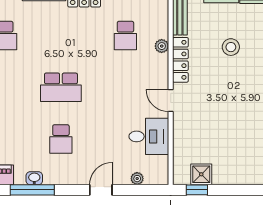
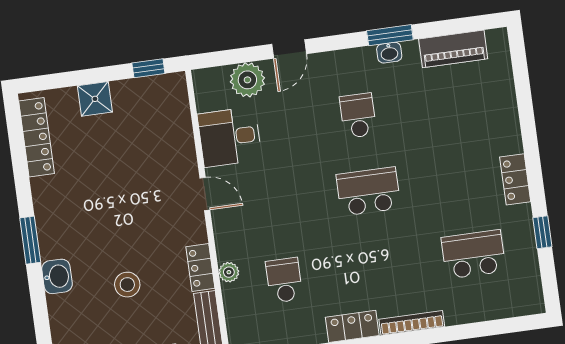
locker: (180, 60) -> (200, 268), width x0.66
shower: (201, 174) -> (95, 99), moved
plant: (137, 179) -> (247, 80), width x1.87, depth x1.87
window: (32, 190) -> (390, 35), width x0.69

